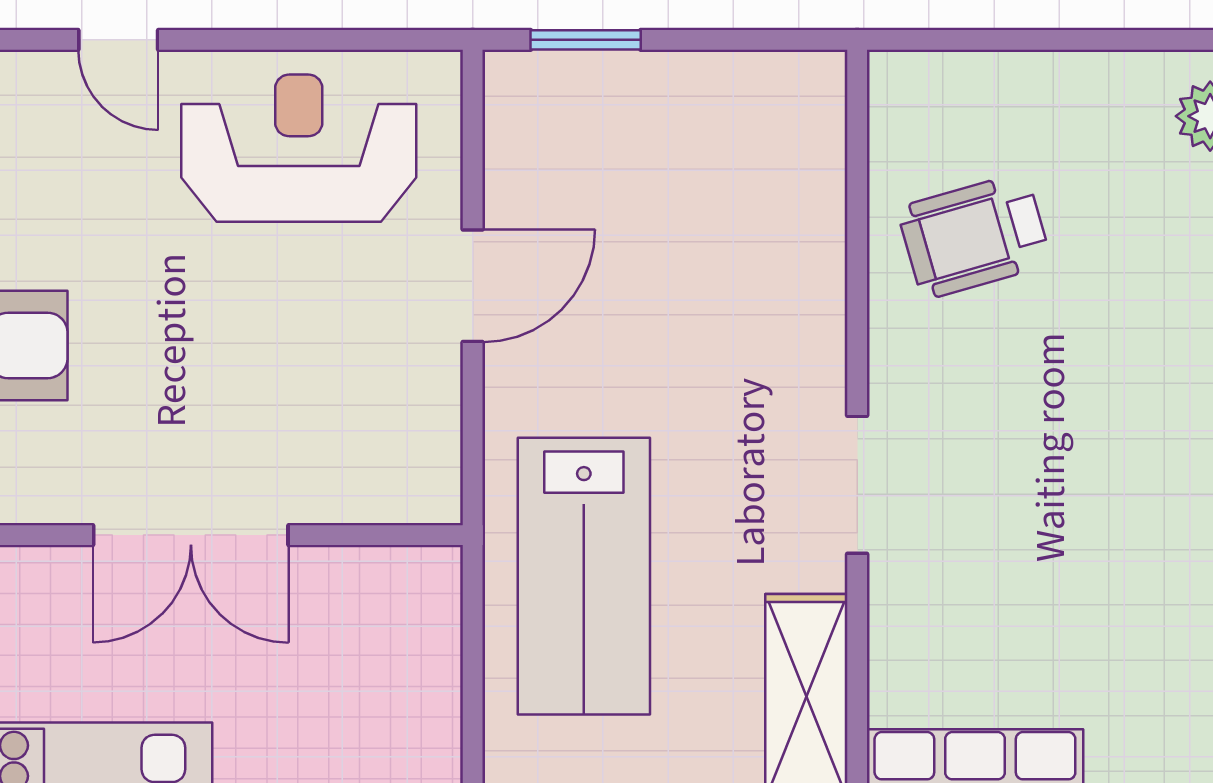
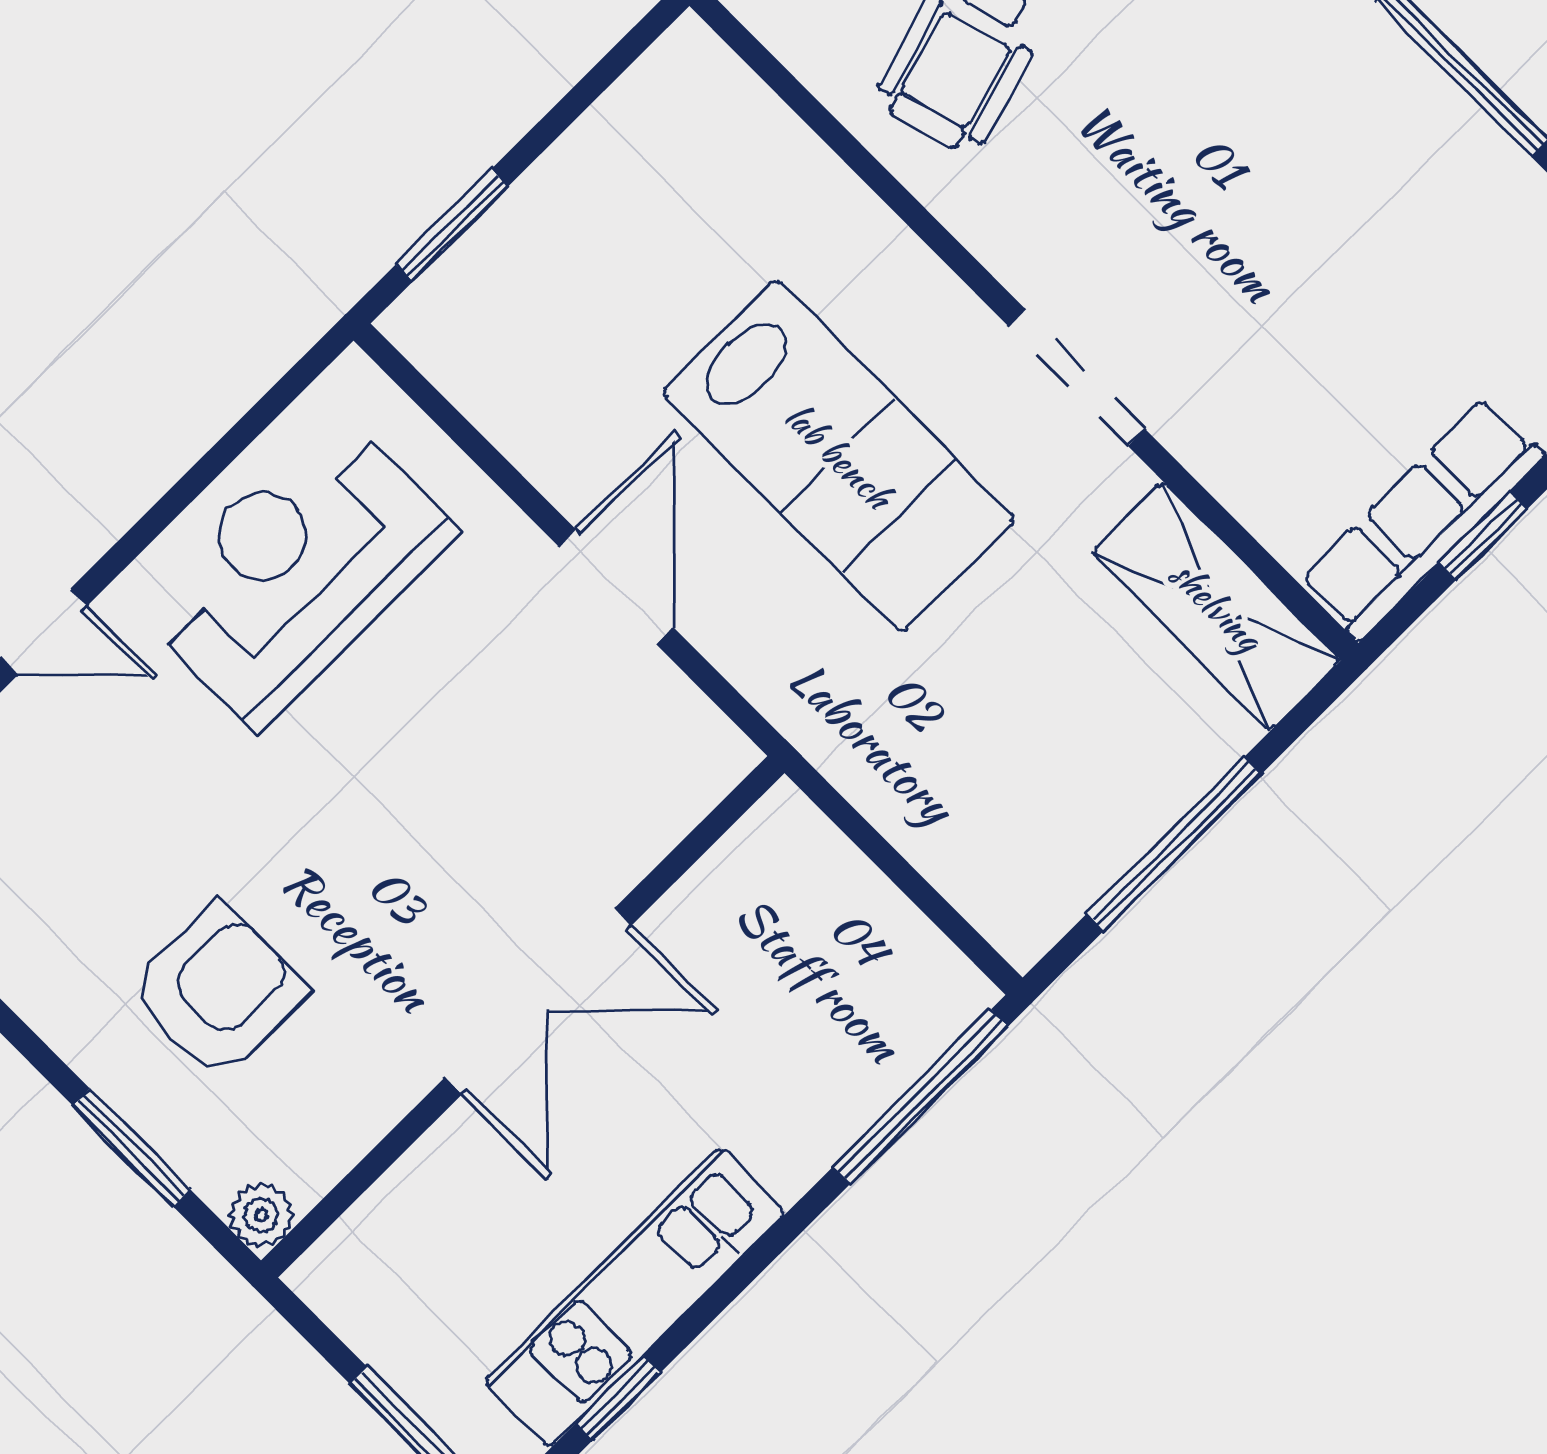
door: (473, 286) -> (616, 587), moved
lab bench: (584, 576) -> (838, 456), moved

